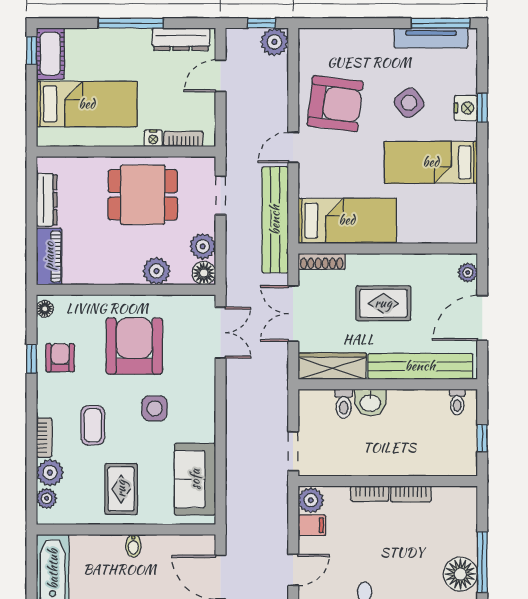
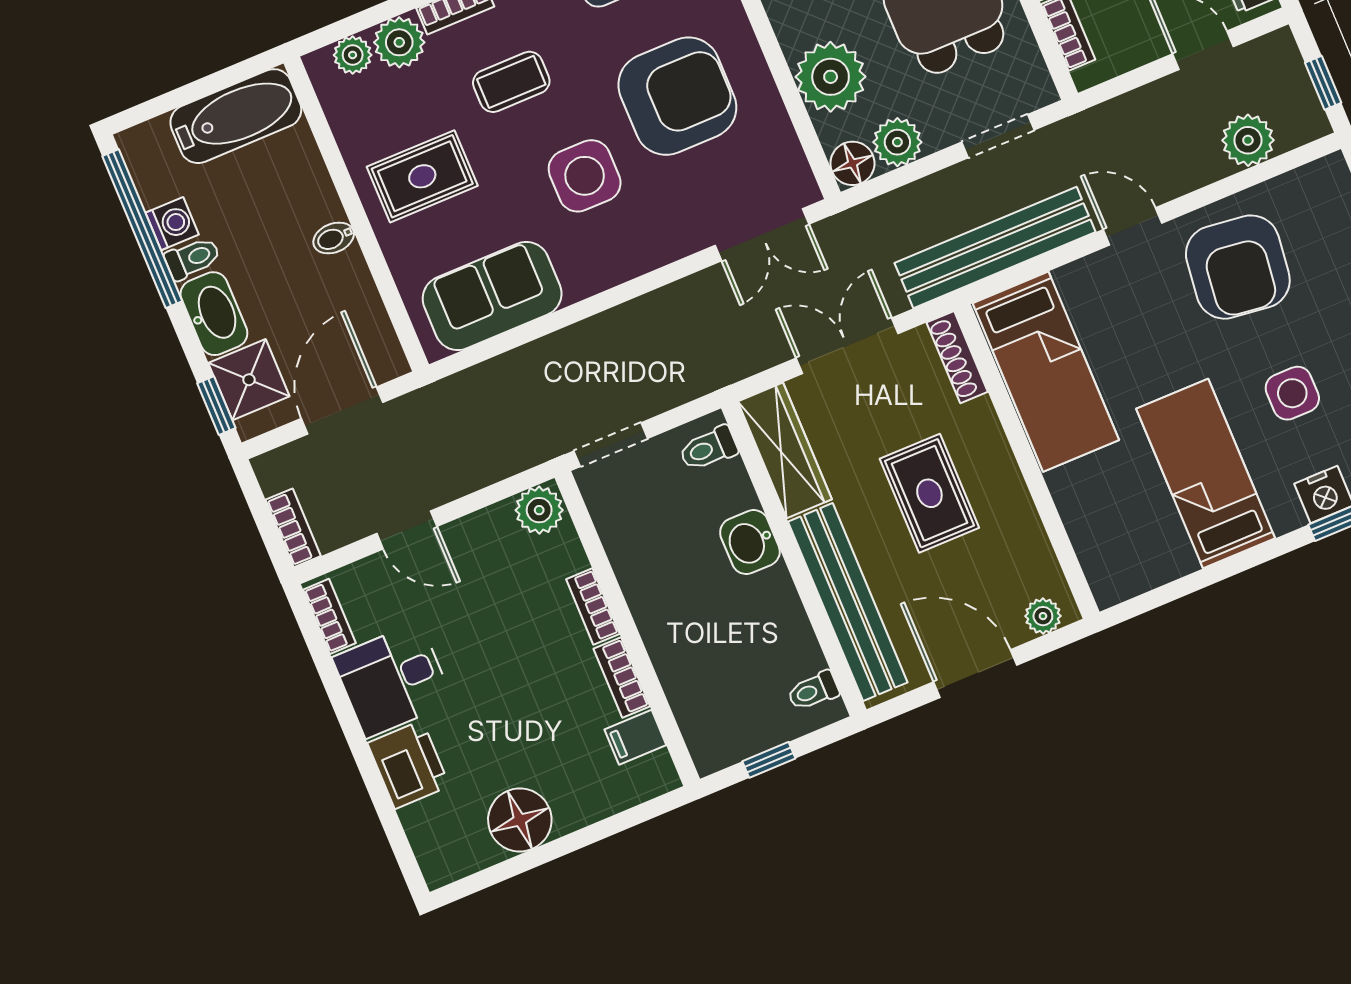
plant: (274, 42) -> (1248, 140), moved
side table: (409, 103) -> (1292, 393), turned 37
plant: (156, 271) -> (831, 77), width x1.36, depth x1.36
toilet: (344, 404) -> (708, 449), moved
side table: (155, 408) -> (585, 176), width x1.37, depth x1.37
filing cabinet: (312, 525) -> (635, 737), moved, turned 90
window: (482, 562) -> (556, 849), removed

